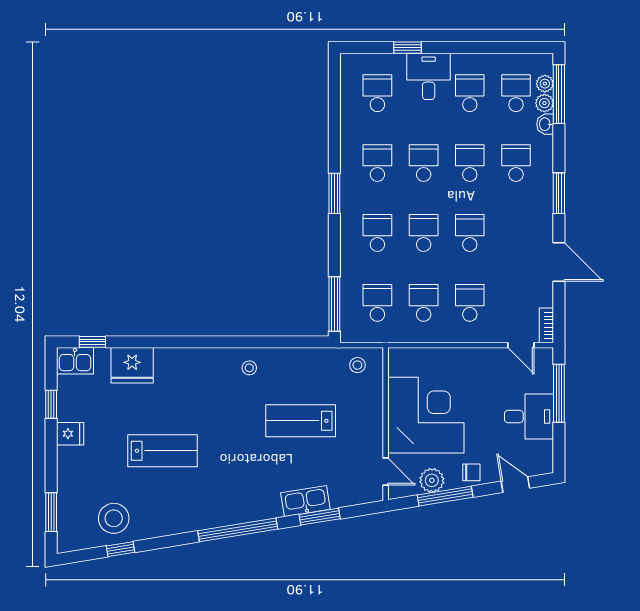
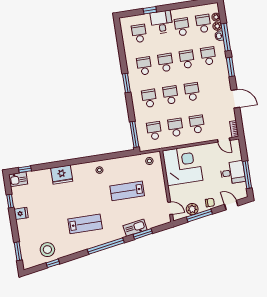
window: (559, 94) -> (226, 37), moved
fridge: (132, 365) -> (62, 175), moved
window: (559, 393) -> (247, 175), moved
corner desk: (426, 415) -> (183, 165), moved
lab bench: (163, 451) -> (85, 224), moved

